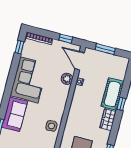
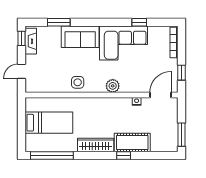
window: (19, 47) -> (139, 22), moved
window: (105, 49) -> (182, 135), moved
plant: (67, 79) -> (113, 86), moved
wardrobe: (108, 120) -> (96, 145), width x1.50

